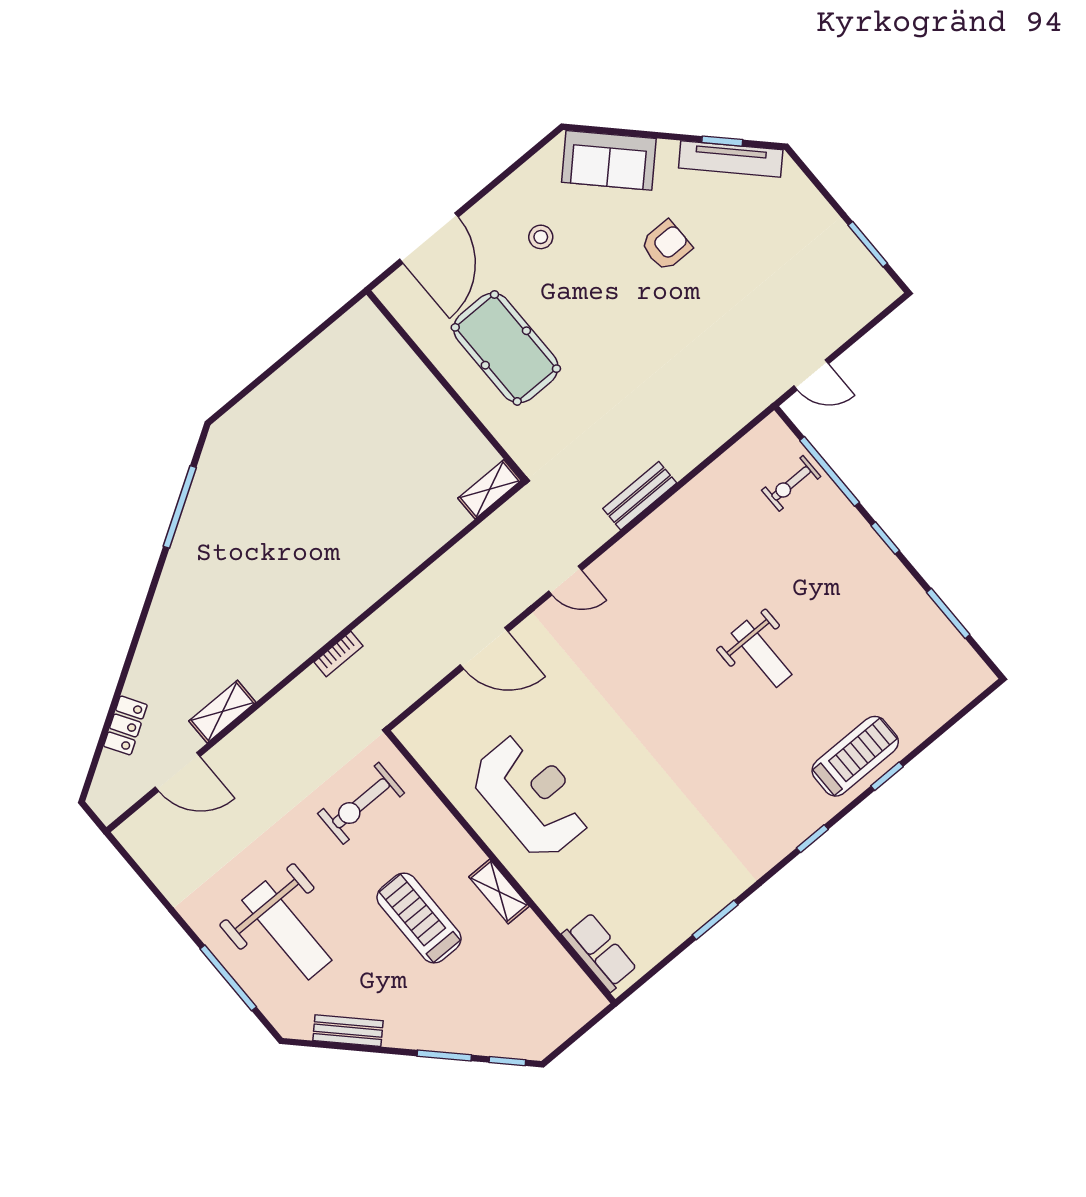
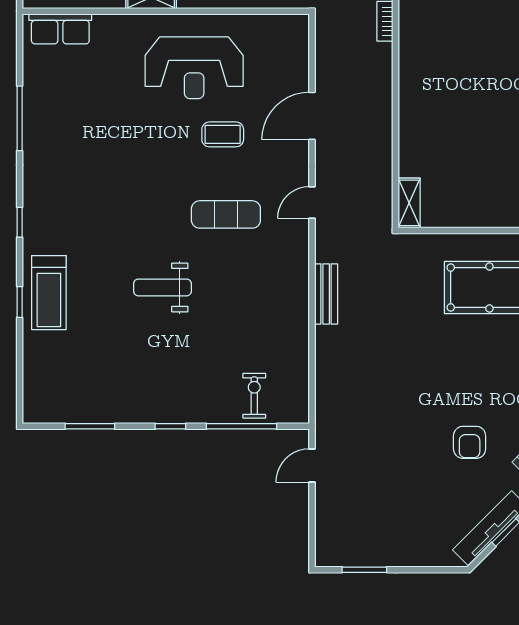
exercise mat: (644, 652) -> (226, 214), added
coffee table: (571, 717) -> (223, 134), added
window: (715, 920) -> (20, 118), width x1.44

